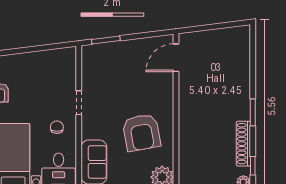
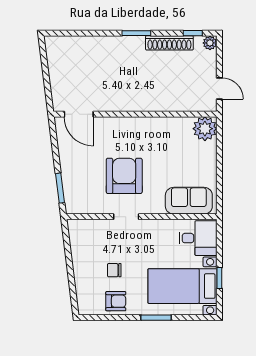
chair: (57, 127) -> (114, 270), moved
armchair: (141, 132) -> (124, 176), moved, turned -80

